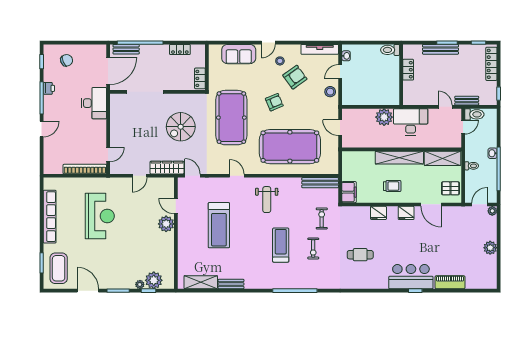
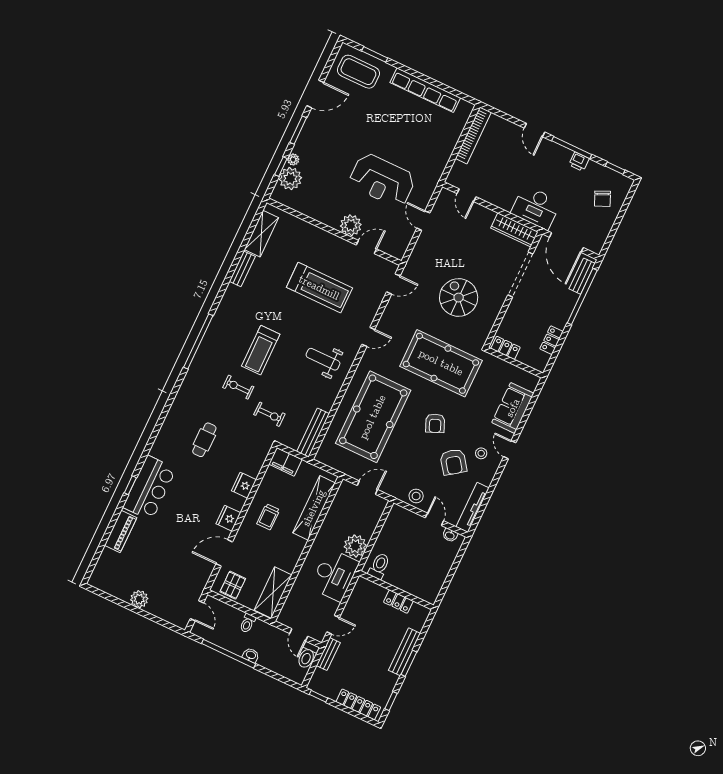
toilet: (390, 50) -> (379, 566), moved
shelving: (399, 158) -> (314, 508), moved
wardrobe: (167, 168) -> (514, 230), moved, turned 90
bookcase: (85, 169) -> (473, 135), moved
plant: (492, 211) -> (182, 622), removed
reception desk: (100, 216) -> (382, 180), moved
treadmill: (219, 225) -> (319, 288), turned 180
treadmill: (281, 245) -> (261, 350), turned 90

